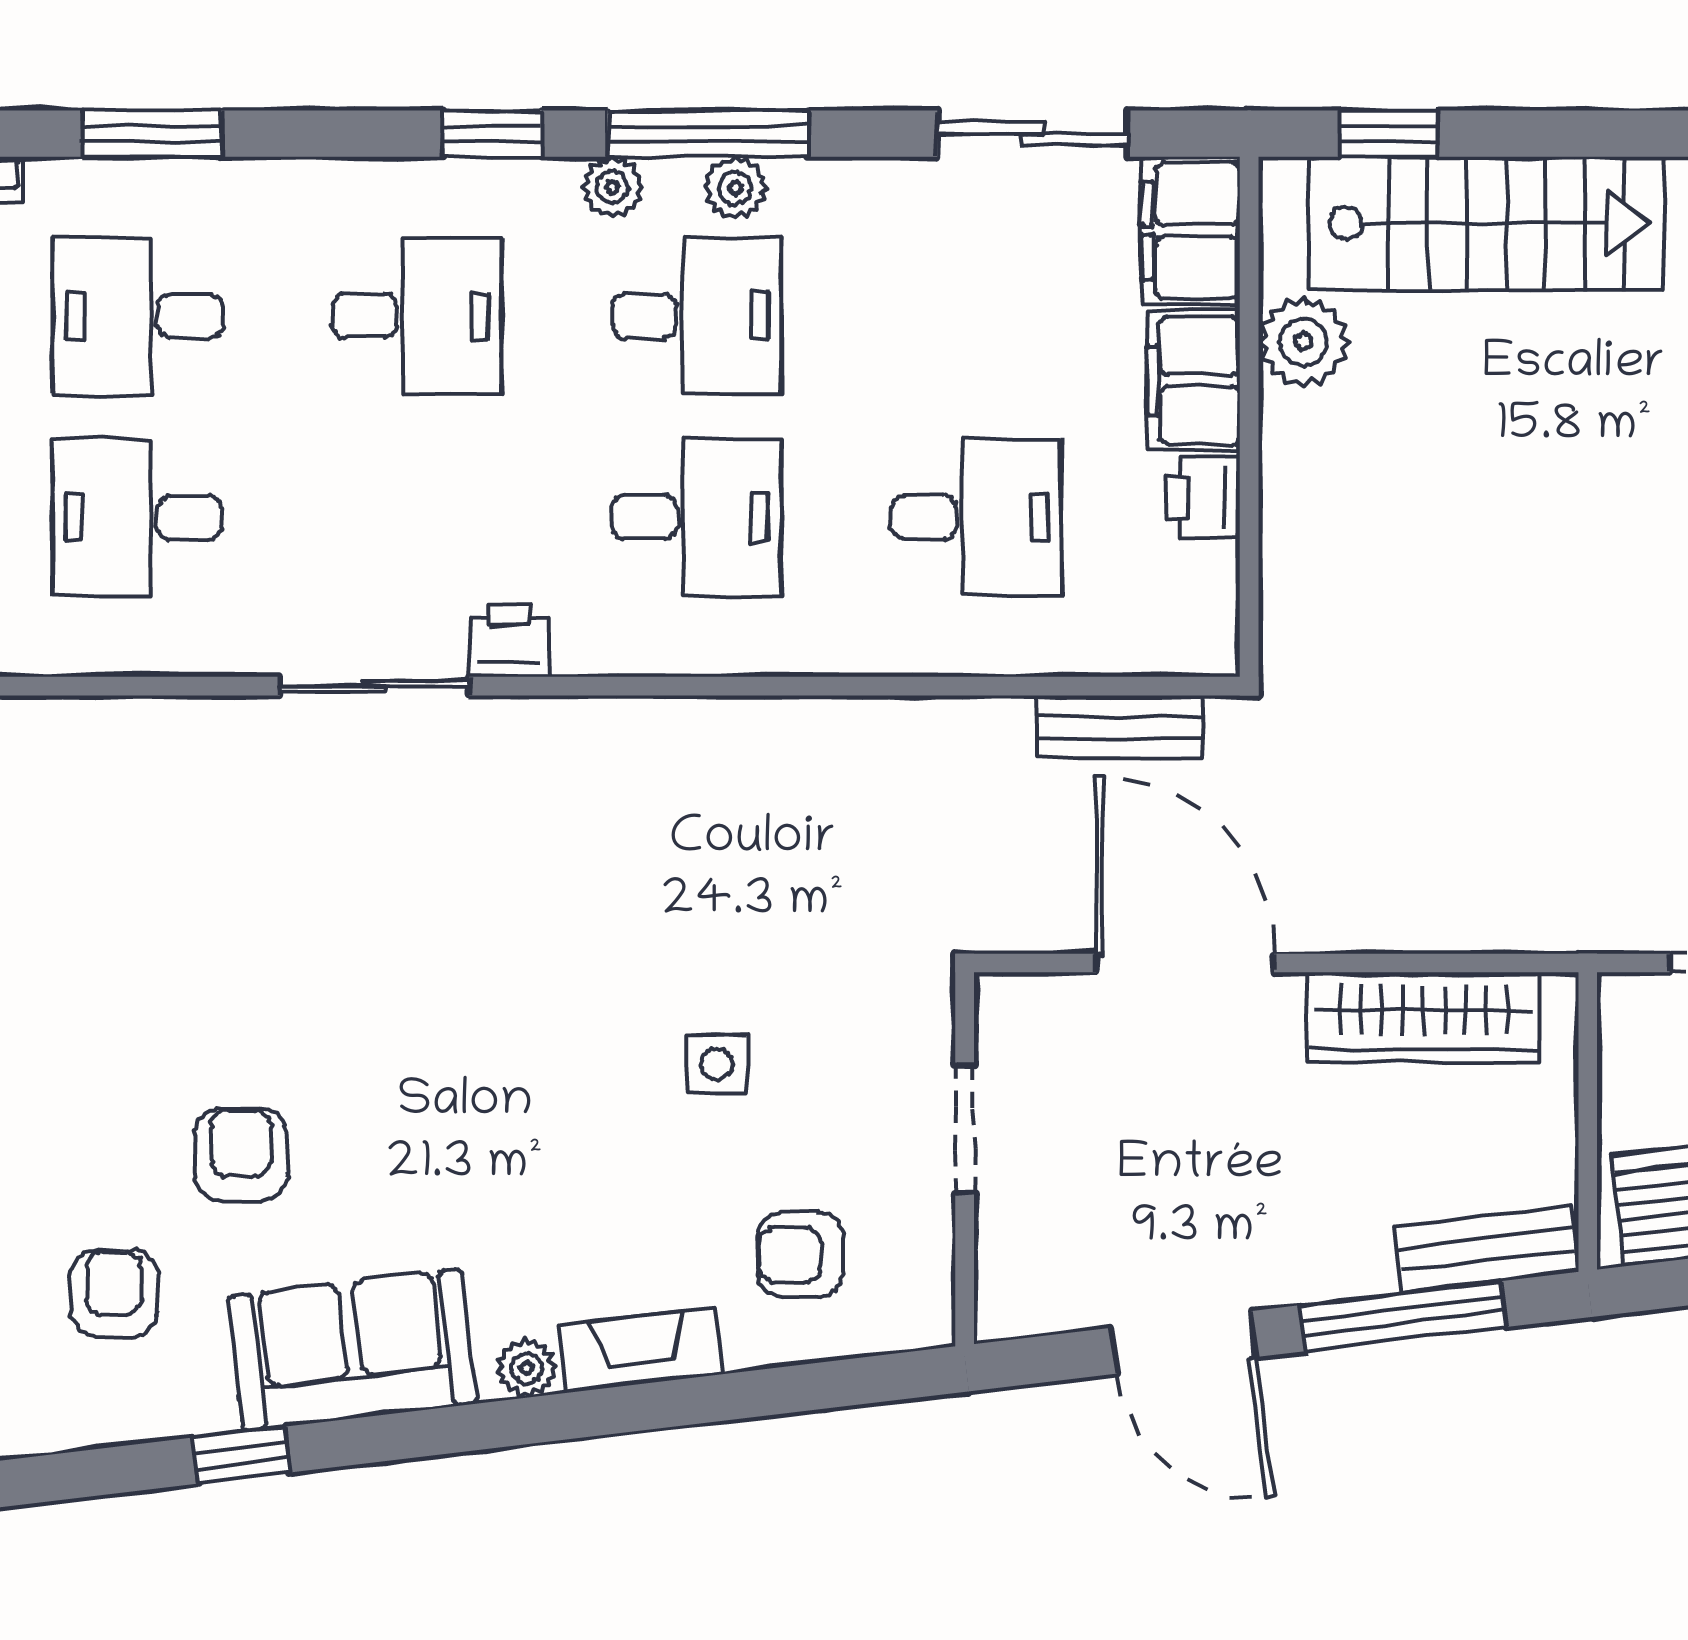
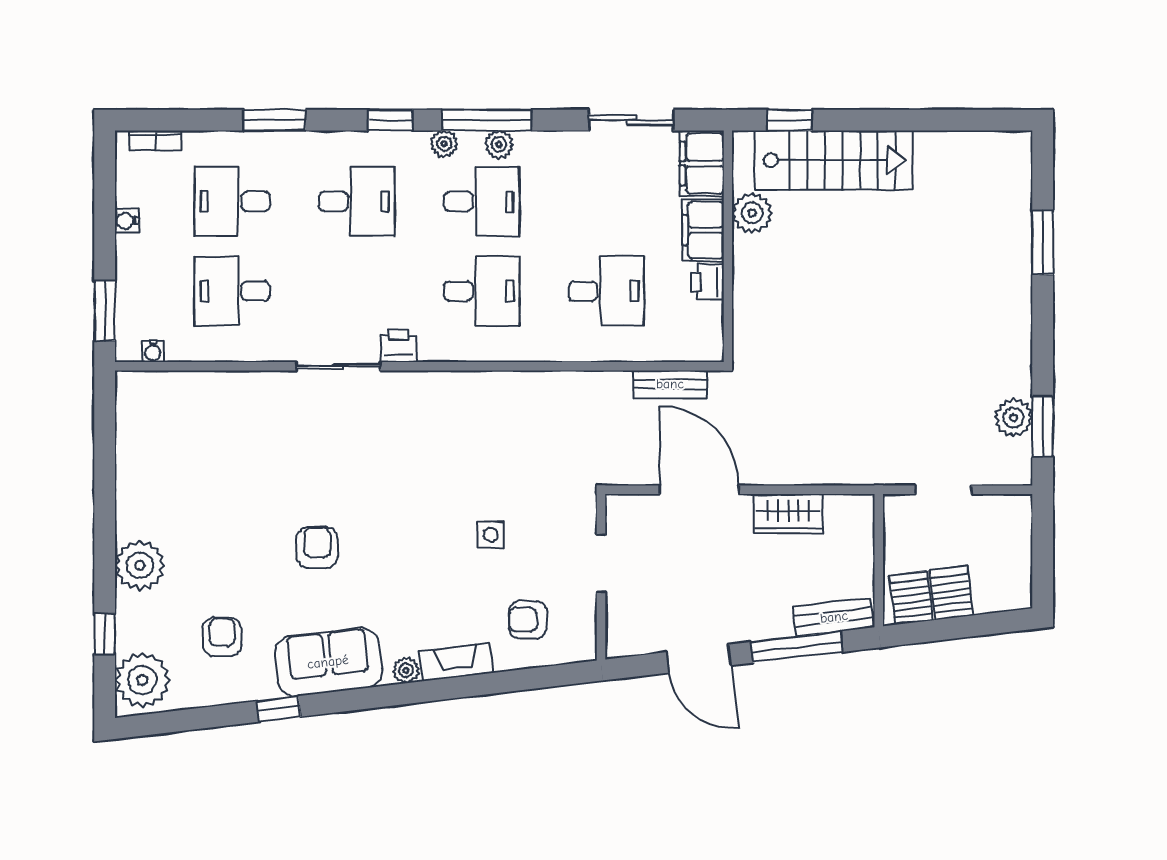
window: (152, 134) -> (274, 120), moved
wardrobe: (1423, 1017) -> (788, 514), width x0.67
armchair: (241, 1155) -> (317, 547), moved

